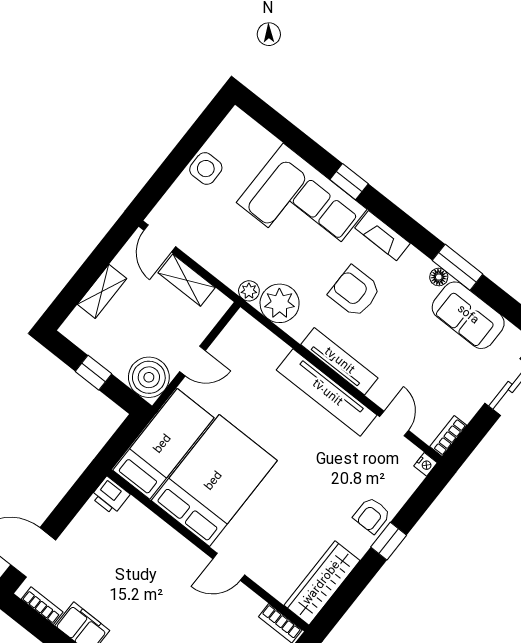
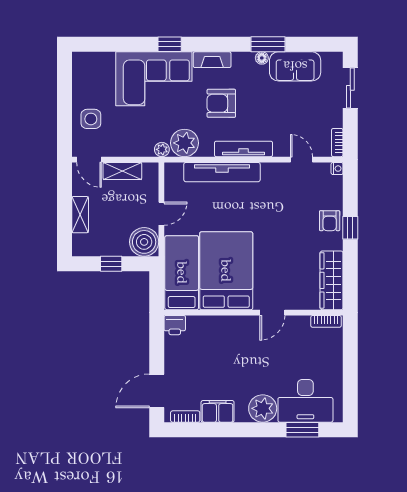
side table: (206, 169) -> (91, 119), moved
tv unit: (327, 393) -> (222, 172), moved

